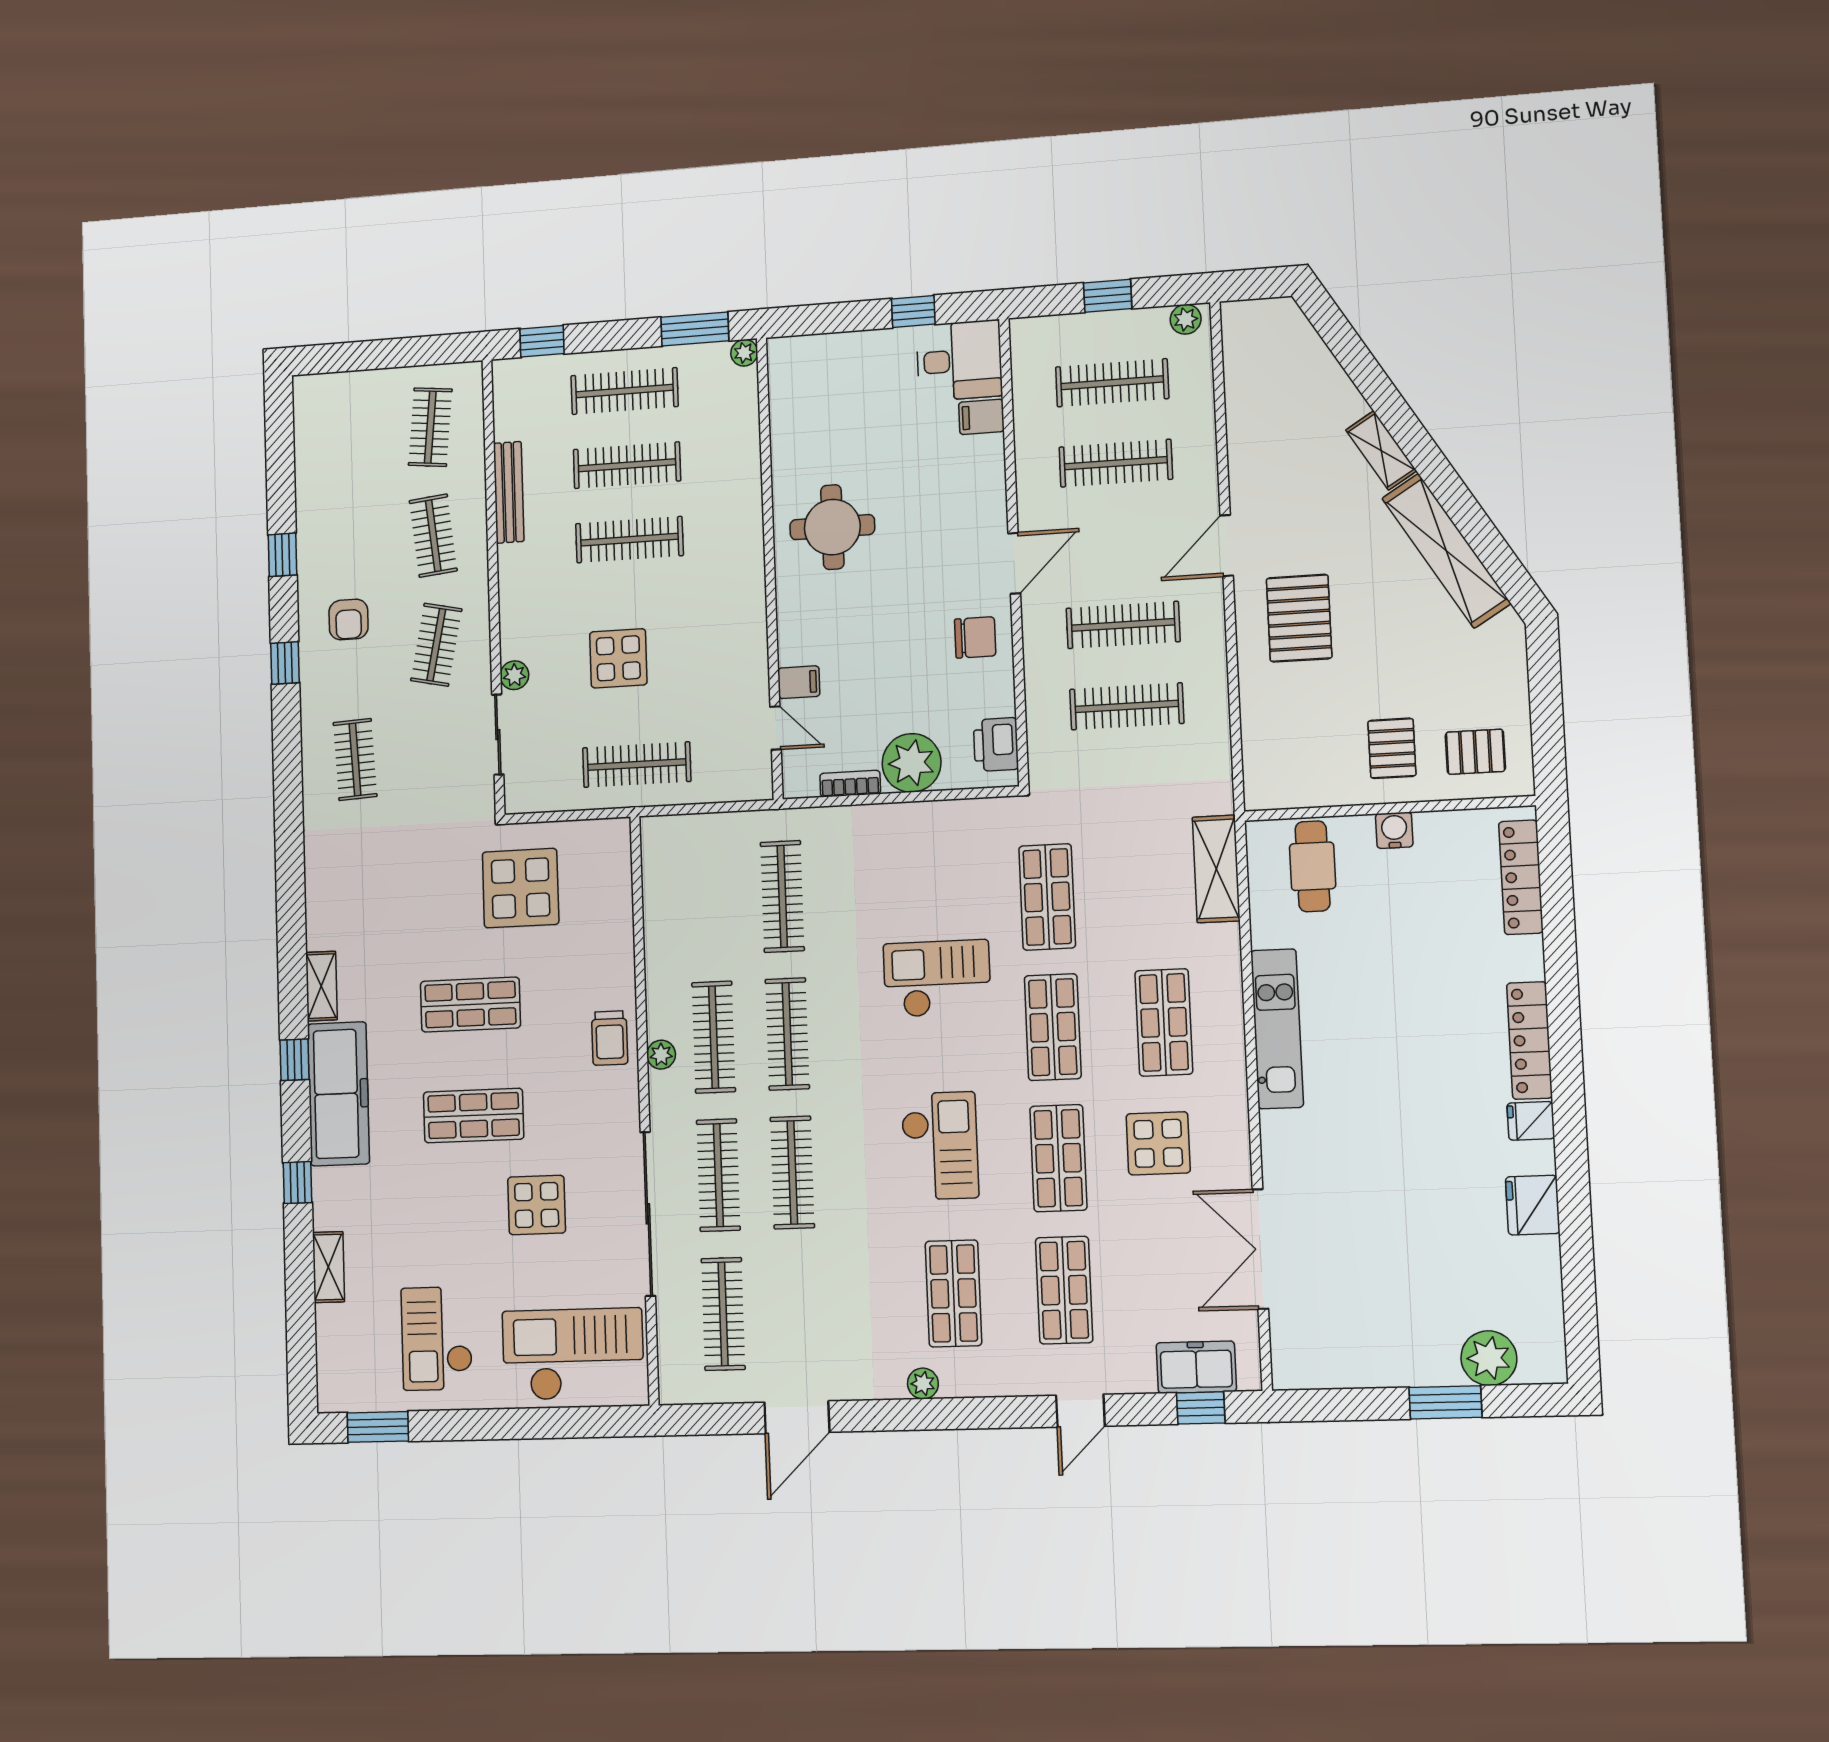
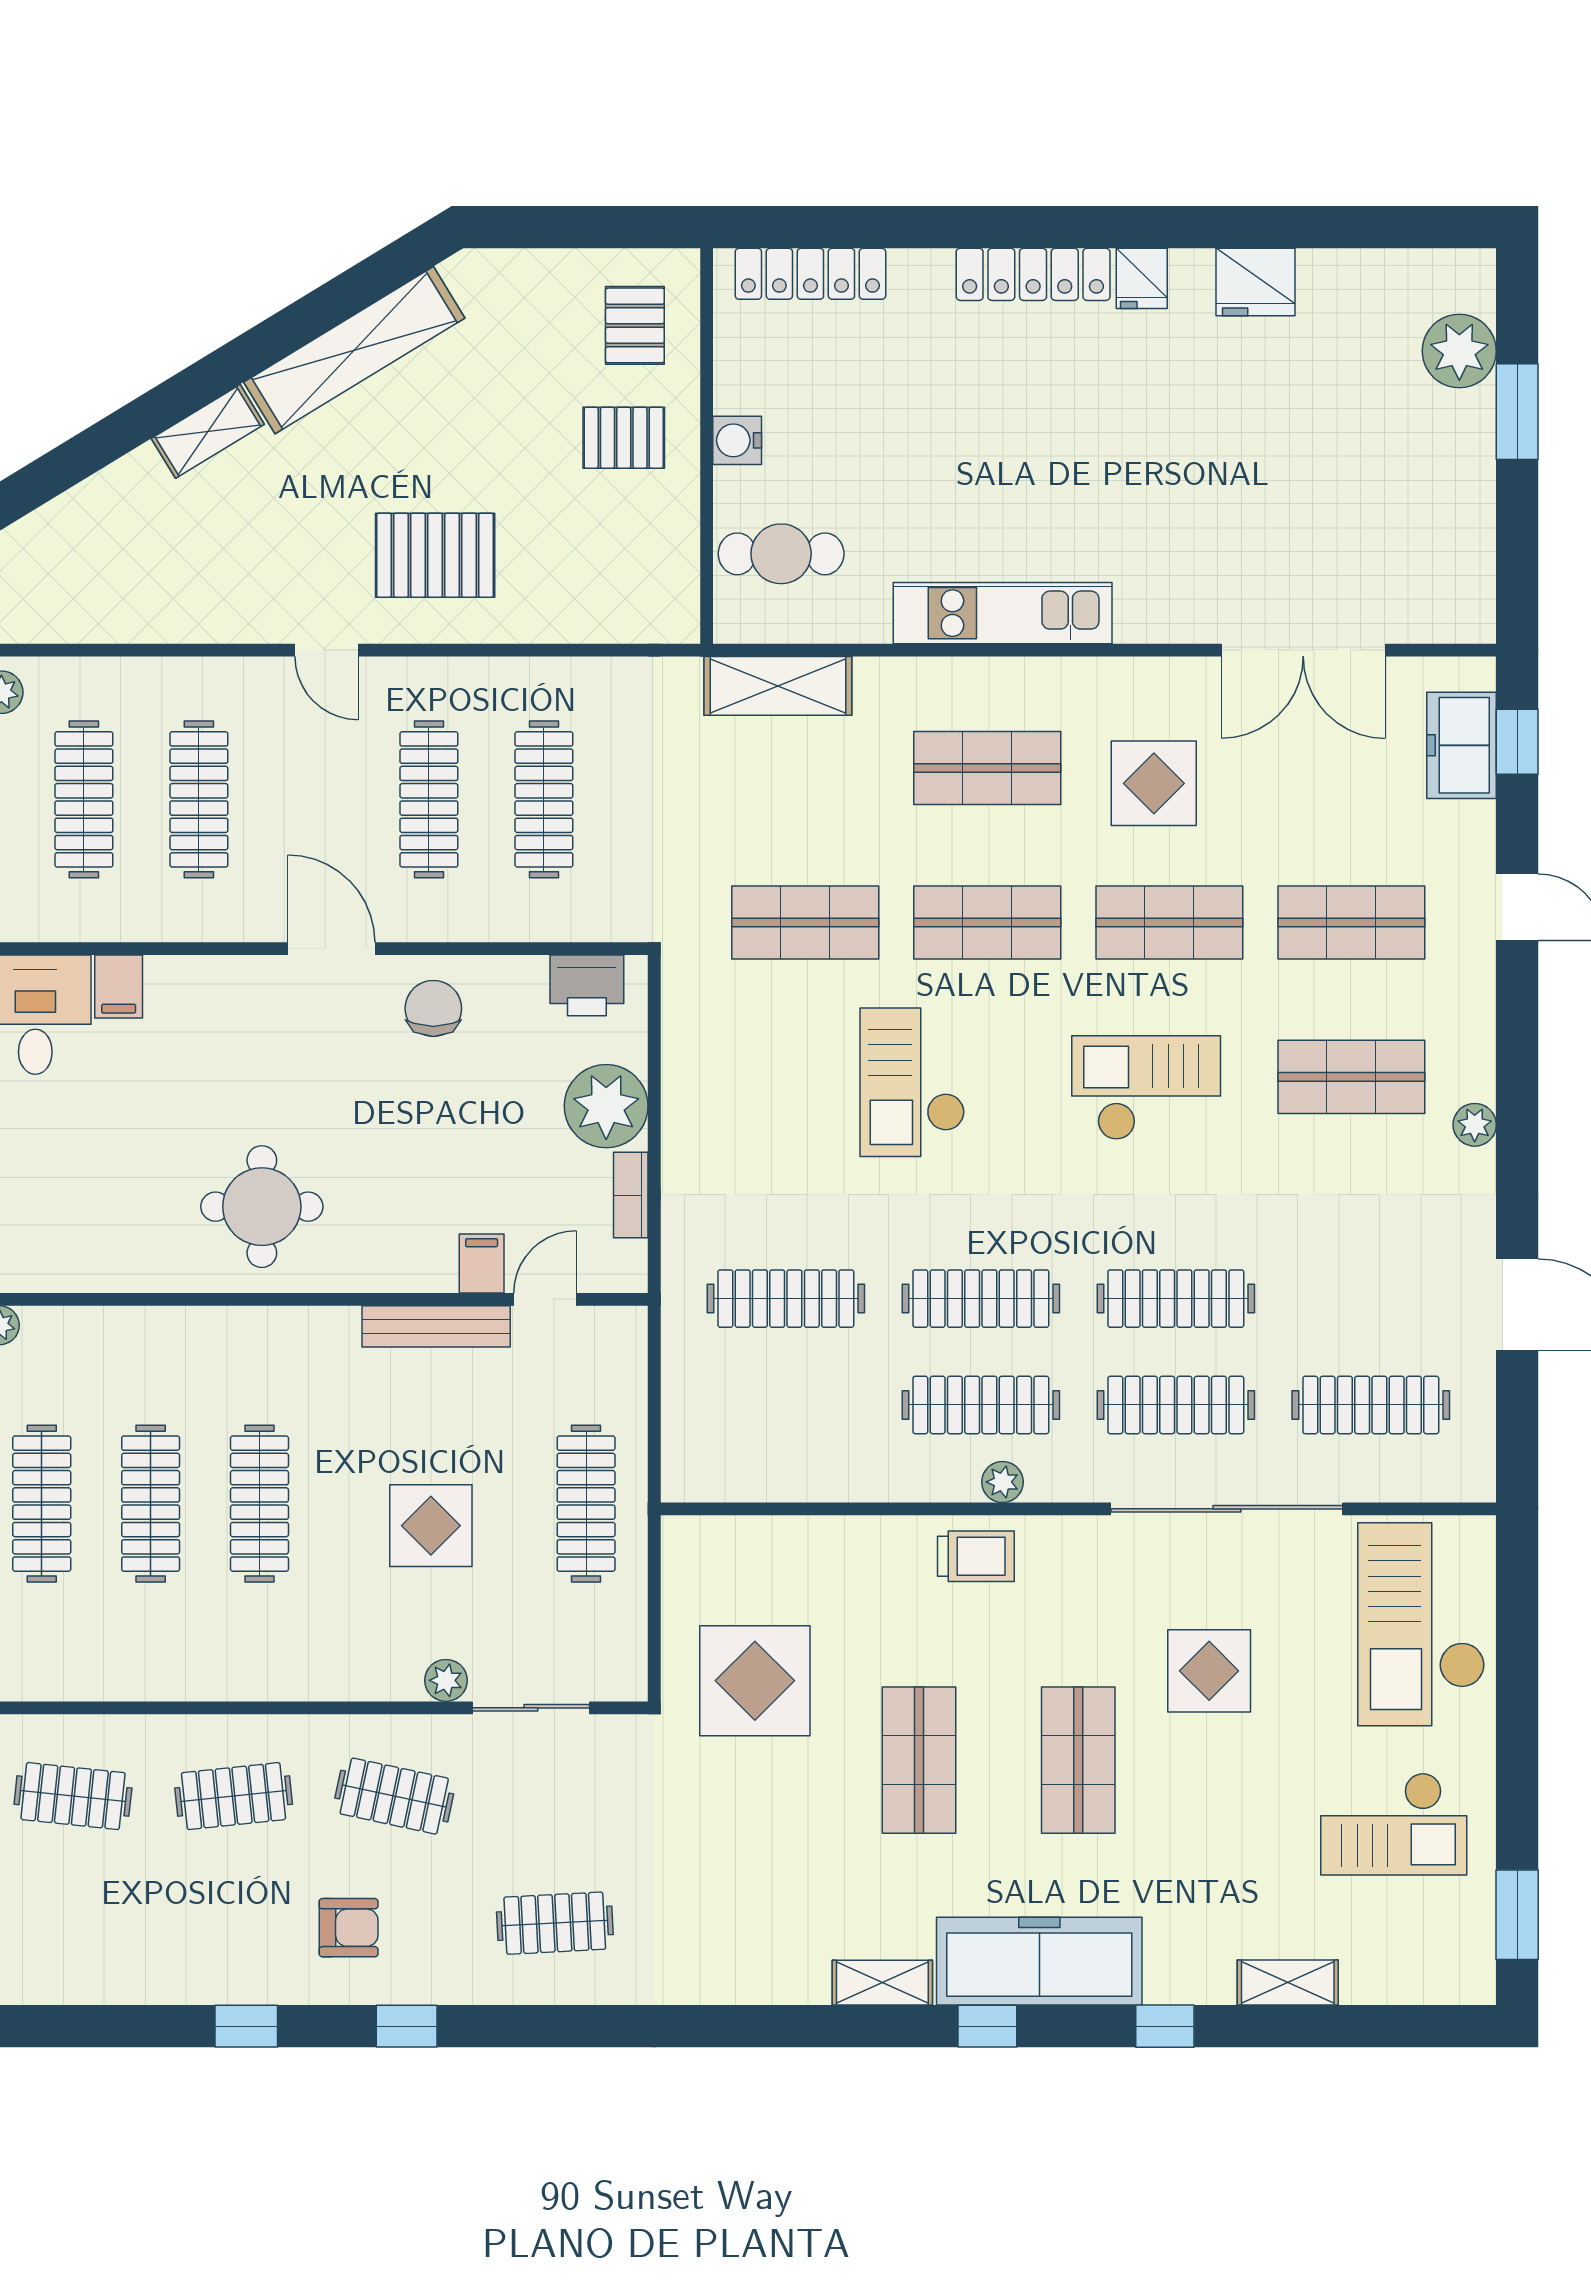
bench: (509, 492) -> (436, 1326), moved
door: (1227, 546) -> (326, 650), width x0.73

